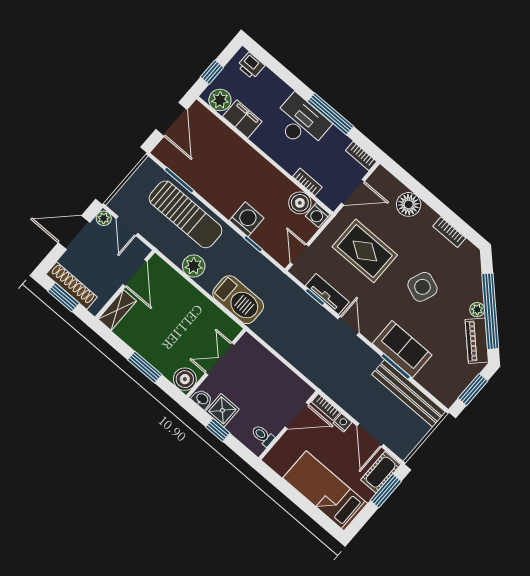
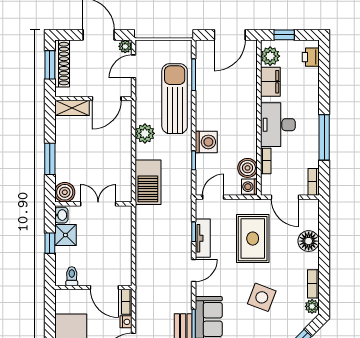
desk: (301, 122) -> (278, 125), moved, turned 180
sun lounger: (186, 214) -> (175, 99), turned 180
plant: (468, 250) -> (312, 306), added

